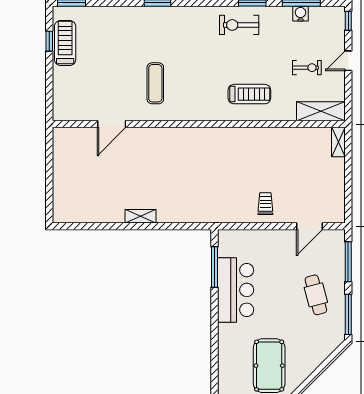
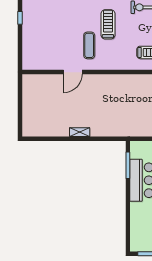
treadmill: (65, 43) -> (108, 24), moved
door: (112, 124) -> (73, 72), moved

